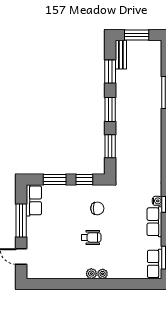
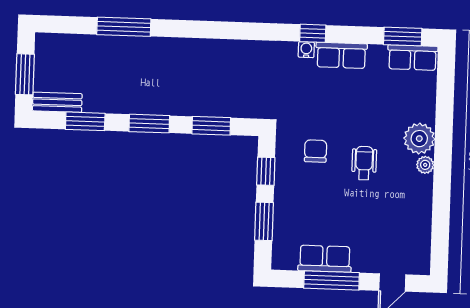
row of seats: (34, 200) -> (325, 259), moved
plant: (103, 274) -> (419, 139), width x1.87, depth x1.87

